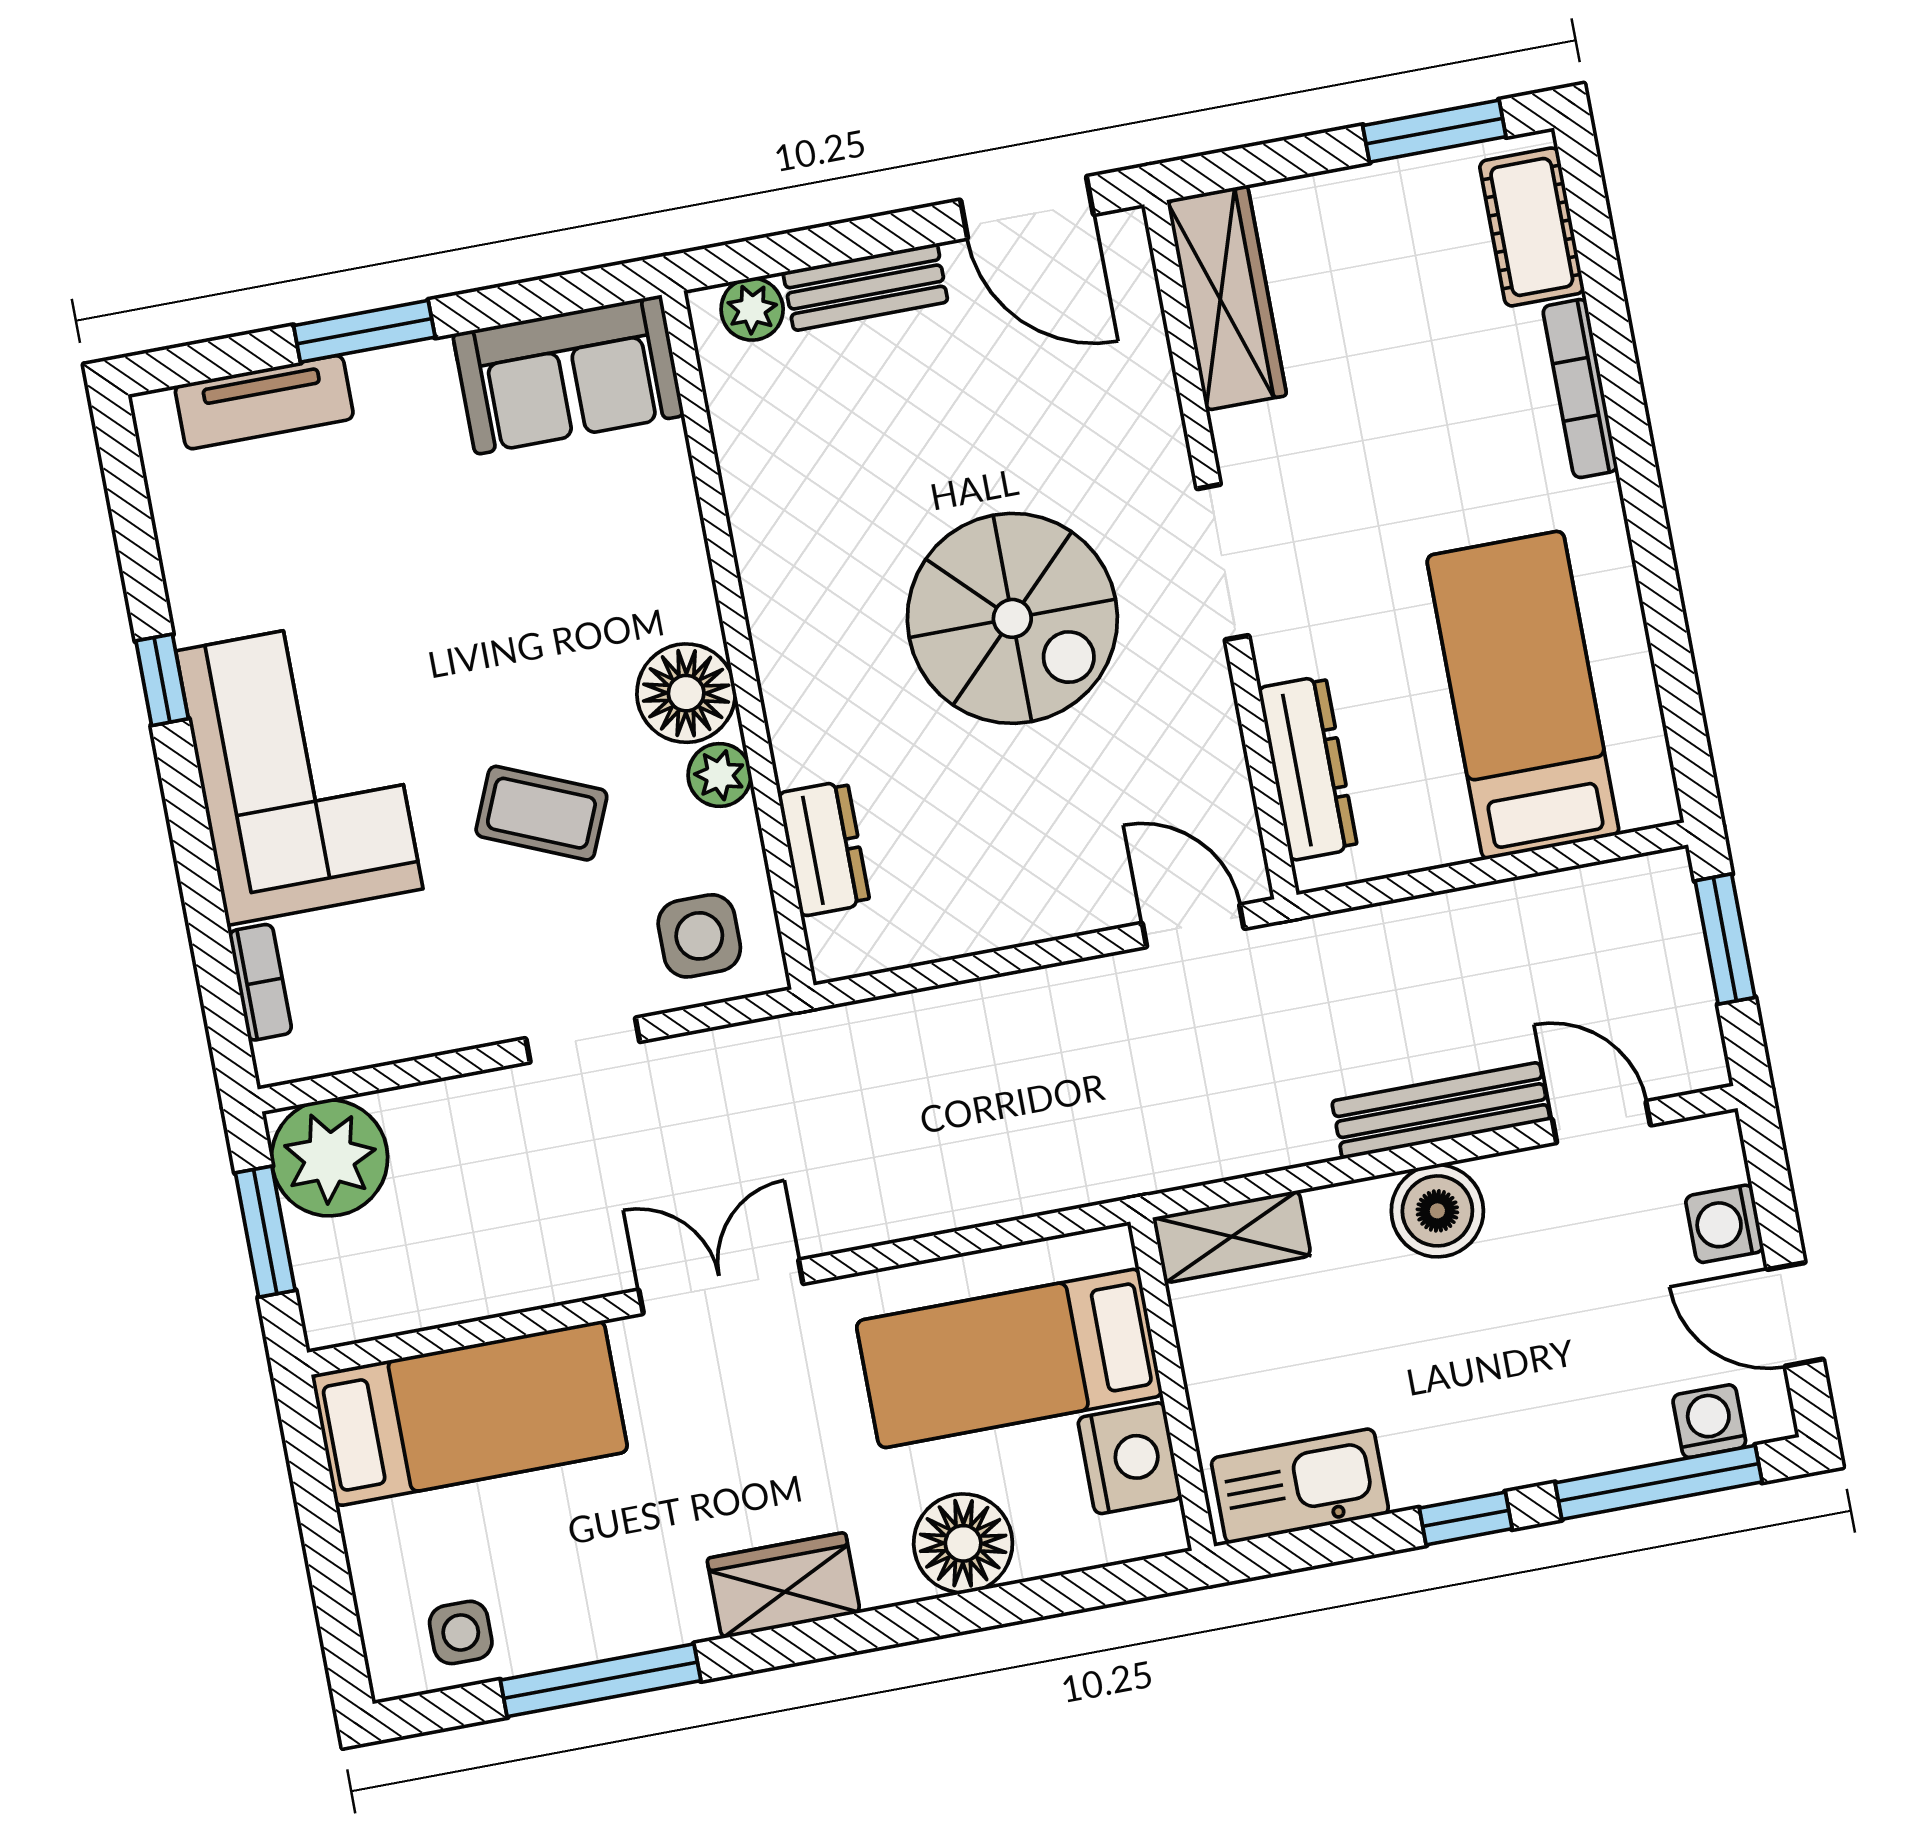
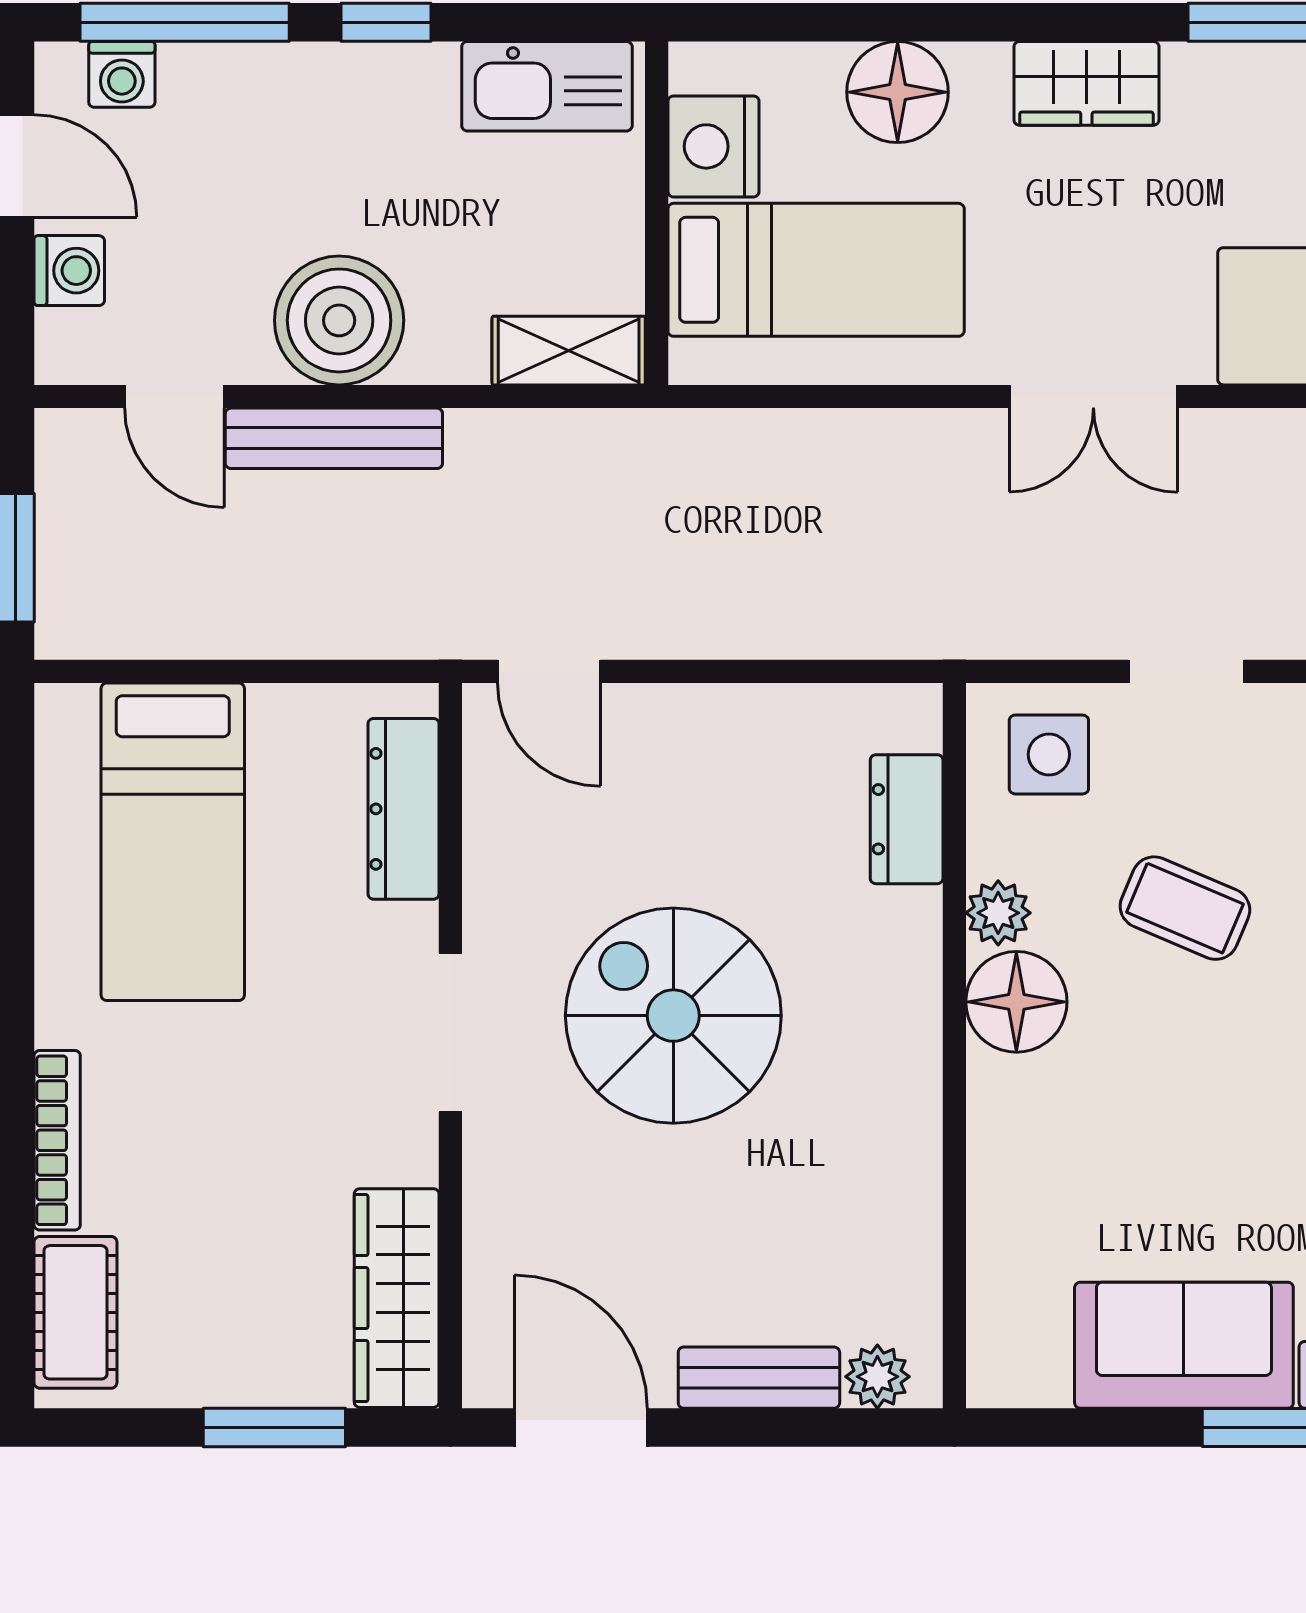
window: (1434, 131) -> (274, 1427), moved
sofa: (568, 375) -> (1184, 1345), moved
boiler: (1437, 1211) -> (339, 320), width x1.37, depth x1.37

